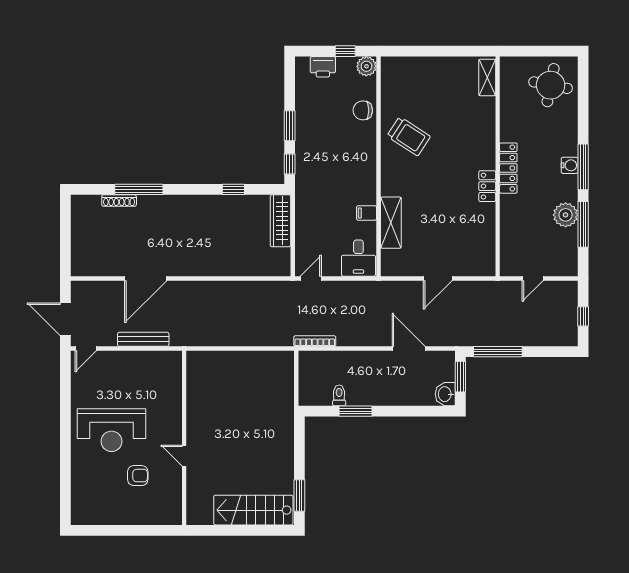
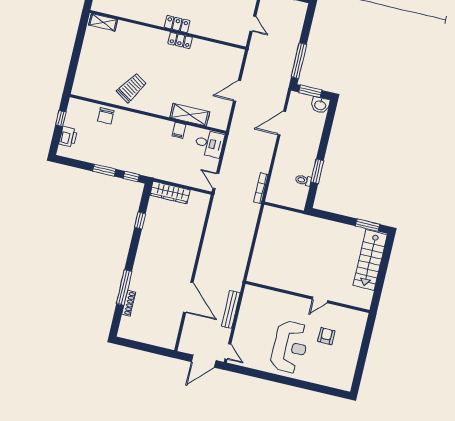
plant: (366, 66) -> (75, 106), removed
locker: (508, 168) -> (177, 24), width x0.66
door: (438, 278) -> (237, 91), swing flipped

